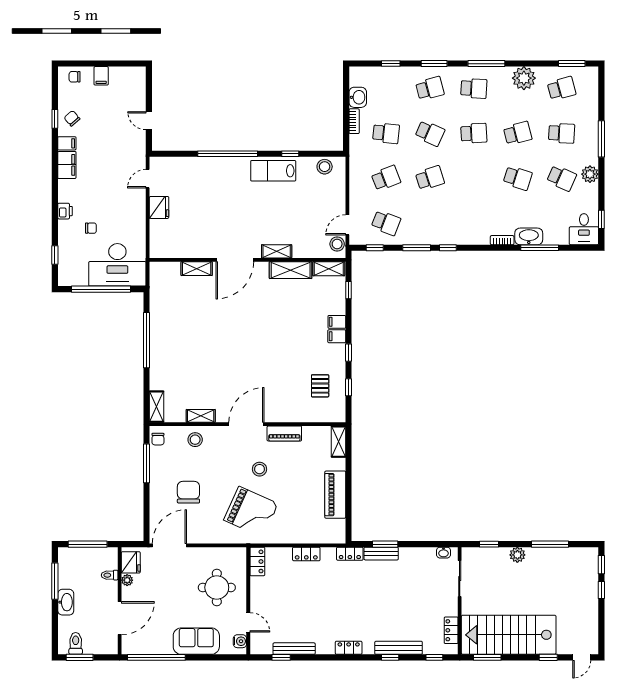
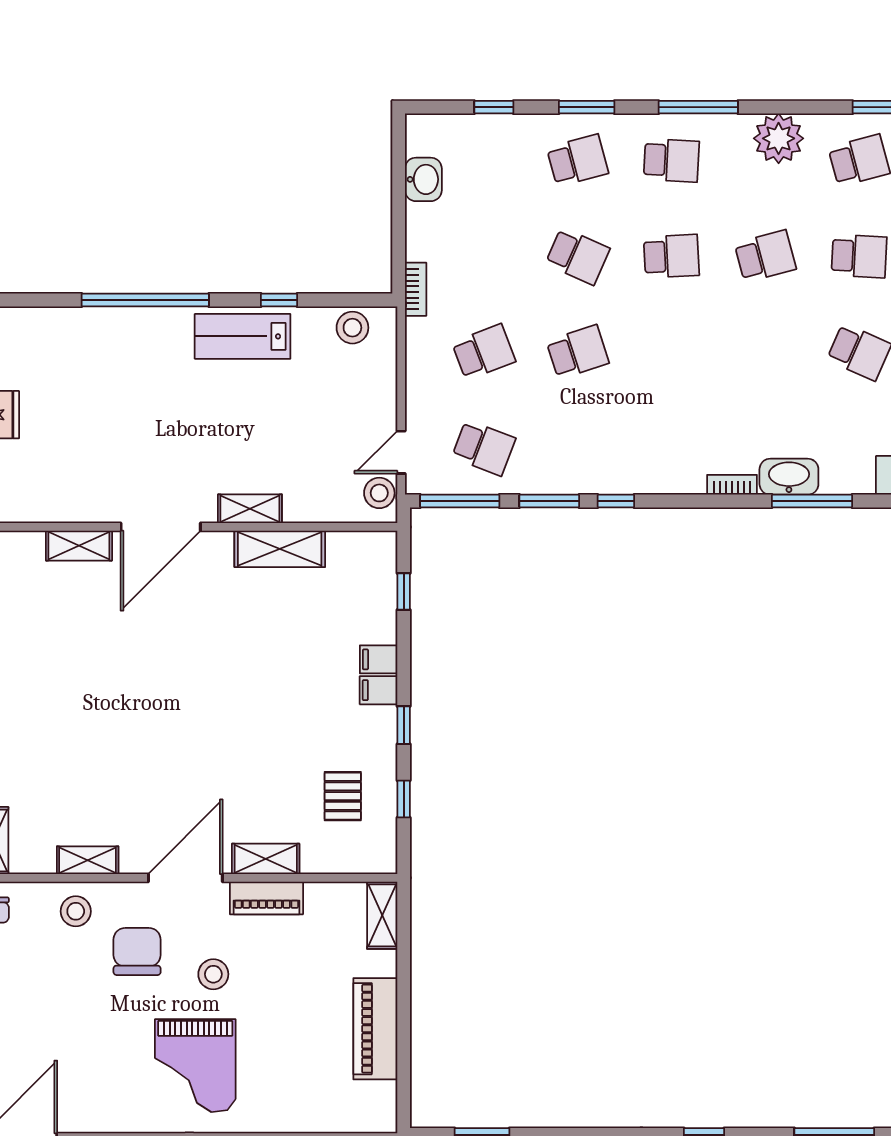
bookcase: (354, 121) -> (416, 289), moved
school desk: (386, 133) -> (484, 256), removed
school desk: (518, 178) -> (765, 352), removed
window: (375, 248) -> (460, 501), width x2.17
shelving: (329, 269) -> (266, 859), moved
chair: (188, 492) -> (137, 951), moved
grand piano: (251, 512) -> (195, 1066), turned 66

